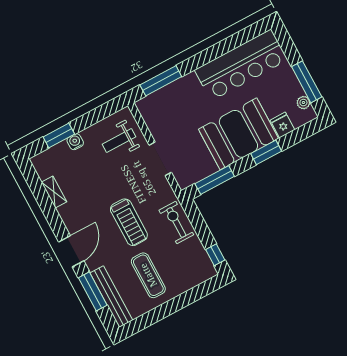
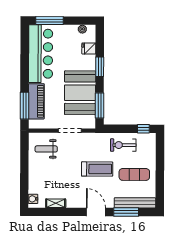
window: (307, 82) -> (49, 21), moved
piano: (175, 93) -> (36, 101), added
booth: (238, 134) -> (80, 93), moved
window: (59, 135) -> (24, 183), removed
weight bench: (119, 140) -> (46, 149), turned 90
water cooler: (75, 142) -> (33, 199), moved
exercise bike: (176, 222) -> (123, 145), moved

